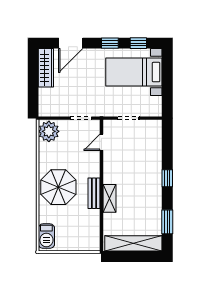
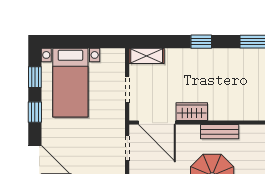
door: (101, 142) -> (157, 123), width x1.87
wardrobe: (110, 171) -> (192, 112), added
shelving: (109, 198) -> (147, 56), moved

